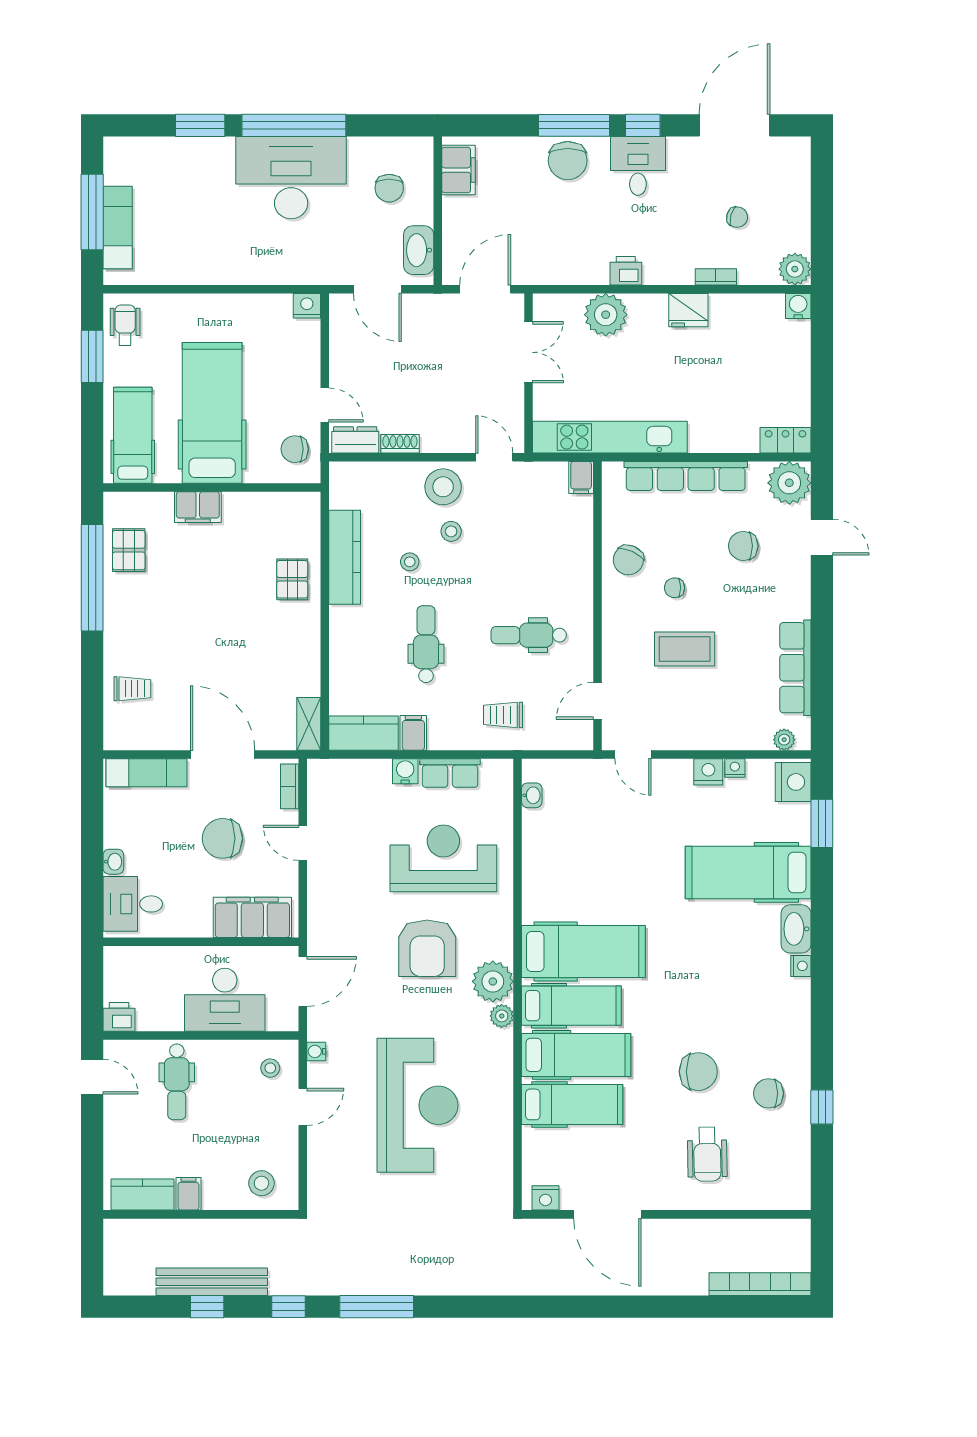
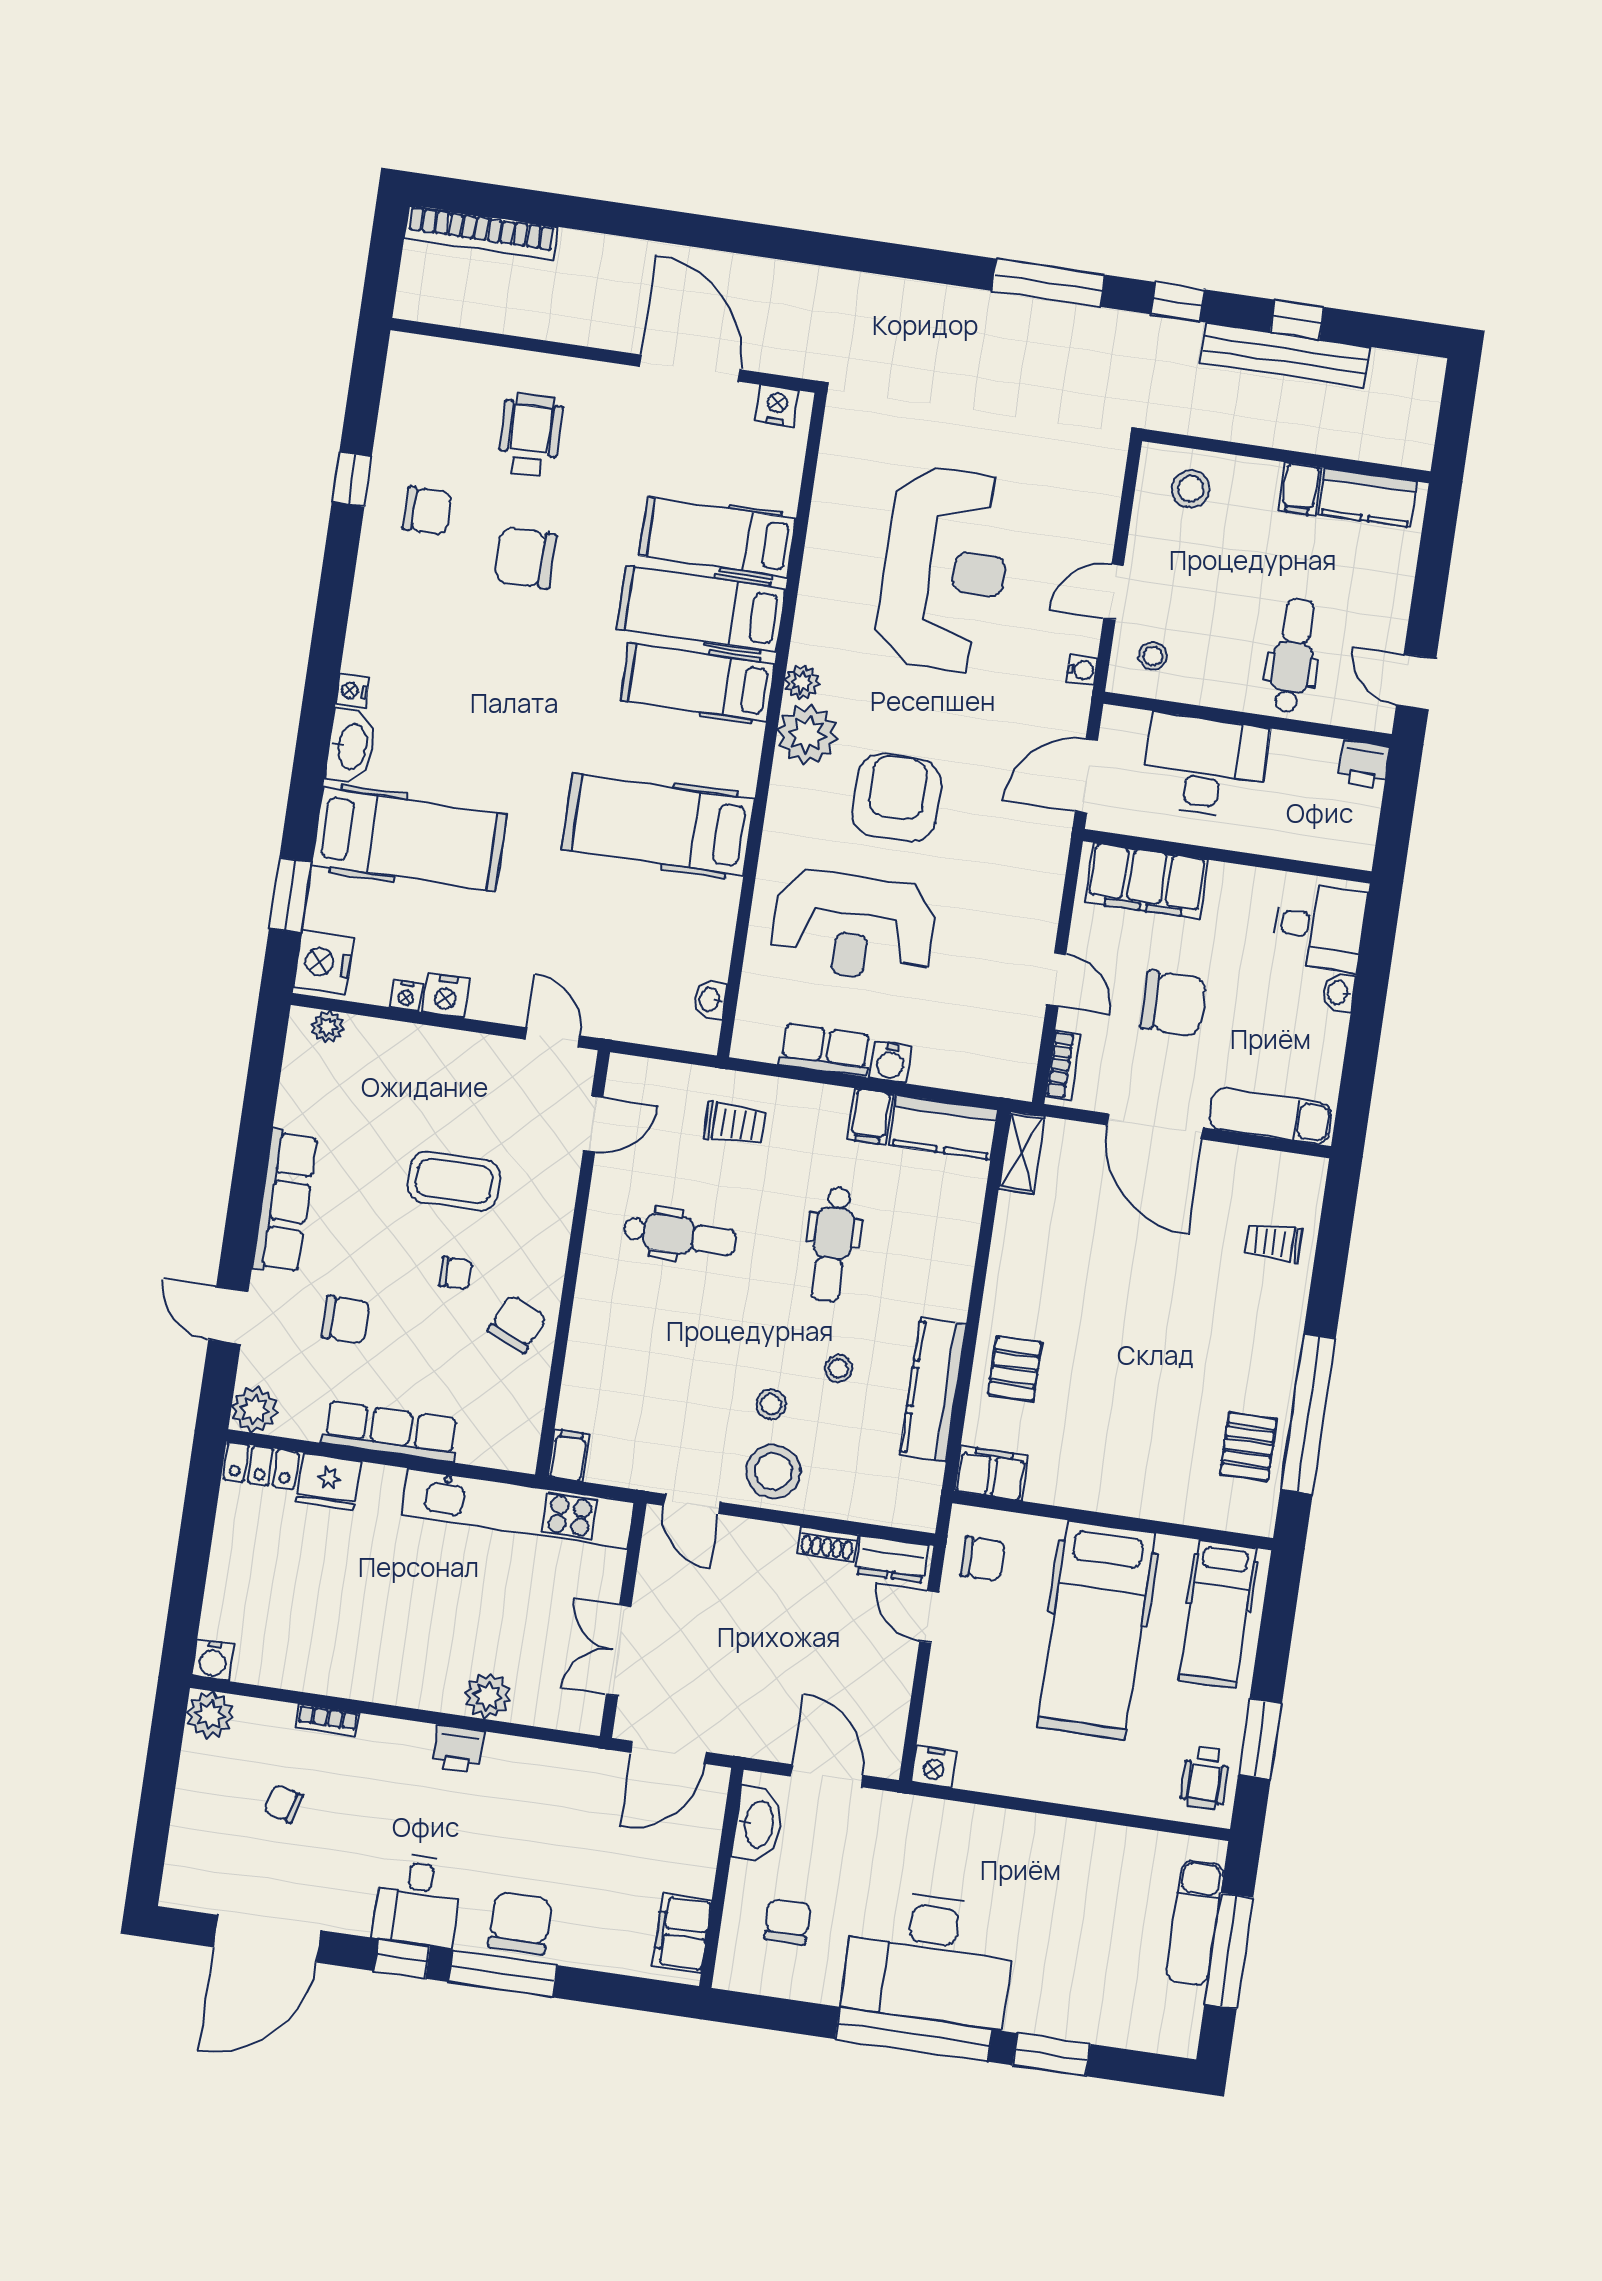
fridge: (688, 310) -> (329, 1482), moved, turned 180
plant: (606, 315) -> (488, 1696), width x0.73, depth x0.73
row of seats: (686, 476) -> (391, 1431), width x0.73
plant: (789, 483) -> (255, 1409), width x0.73, depth x0.73
filing cabinet: (198, 507) -> (991, 1473), moved
row of seats: (795, 668) -> (285, 1201), moved
hospital bed: (583, 951) -> (658, 824), moved
reception desk: (418, 1105) -> (945, 569), turned 180

